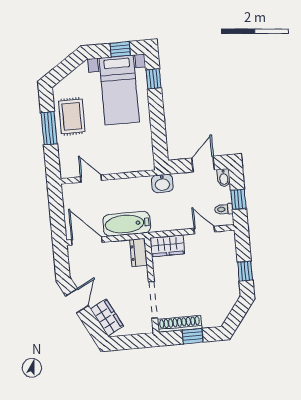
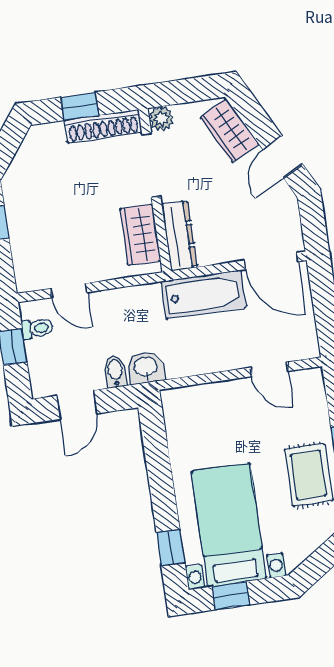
bidet: (224, 178) -> (115, 372), moved
wardrobe: (167, 246) -> (140, 235), moved, turned -90
dresser: (138, 253) -> (179, 236), width x1.44
plant: (146, 327) -> (161, 118), added

